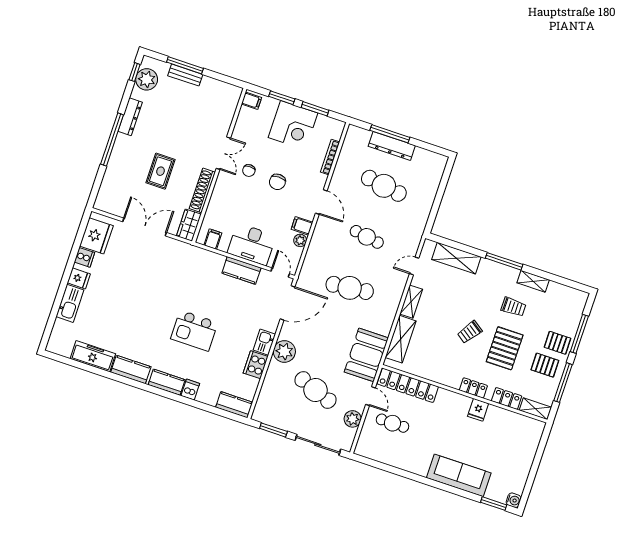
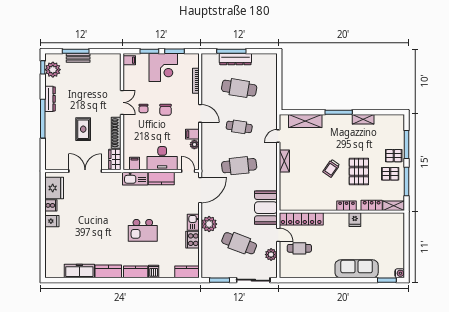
kitchen sink: (70, 303) -> (135, 179), moved, turned 90
trolley: (513, 307) -> (355, 141), removed
shelving: (401, 339) -> (286, 189), removed

